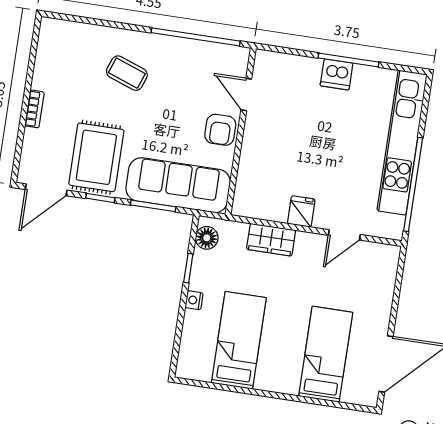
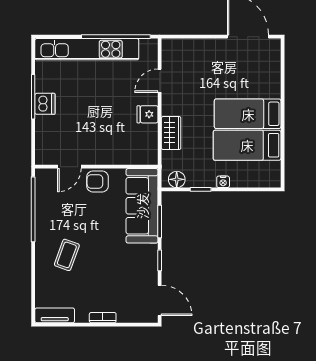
tv unit: (47, 44) -> (55, 315), added
armchair: (220, 130) -> (97, 181), turned 180
rug: (96, 157) -> (131, 268), removed
door: (344, 235) -> (160, 81), swing flipped
bed: (326, 354) -> (248, 114), moved

